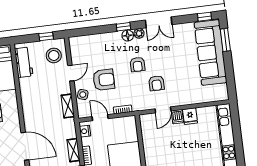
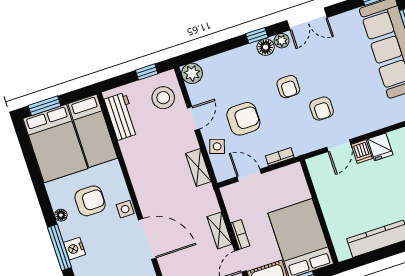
plant: (76, 43) -> (192, 73), added
side table: (14, 124) -> (125, 209), added
nightstand: (85, 131) -> (231, 199), removed

